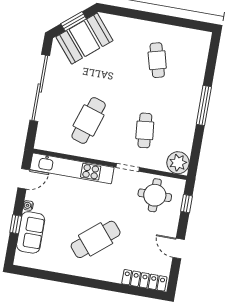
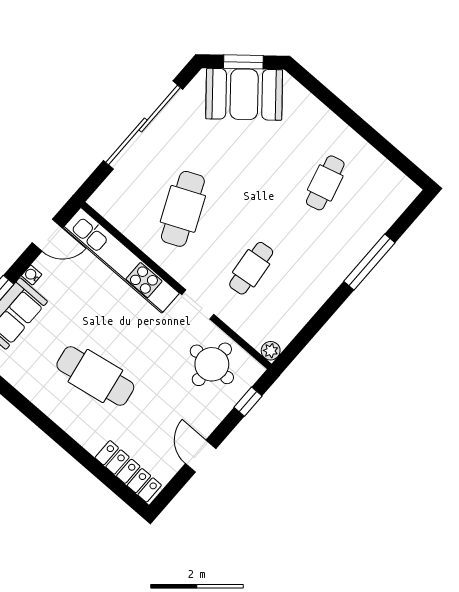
window: (204, 105) -> (369, 262), moved
cafe table: (89, 121) -> (183, 209), turned -42
plant: (178, 163) -> (271, 351), width x0.53, depth x0.53
cafe table: (96, 239) -> (95, 376), turned 30

